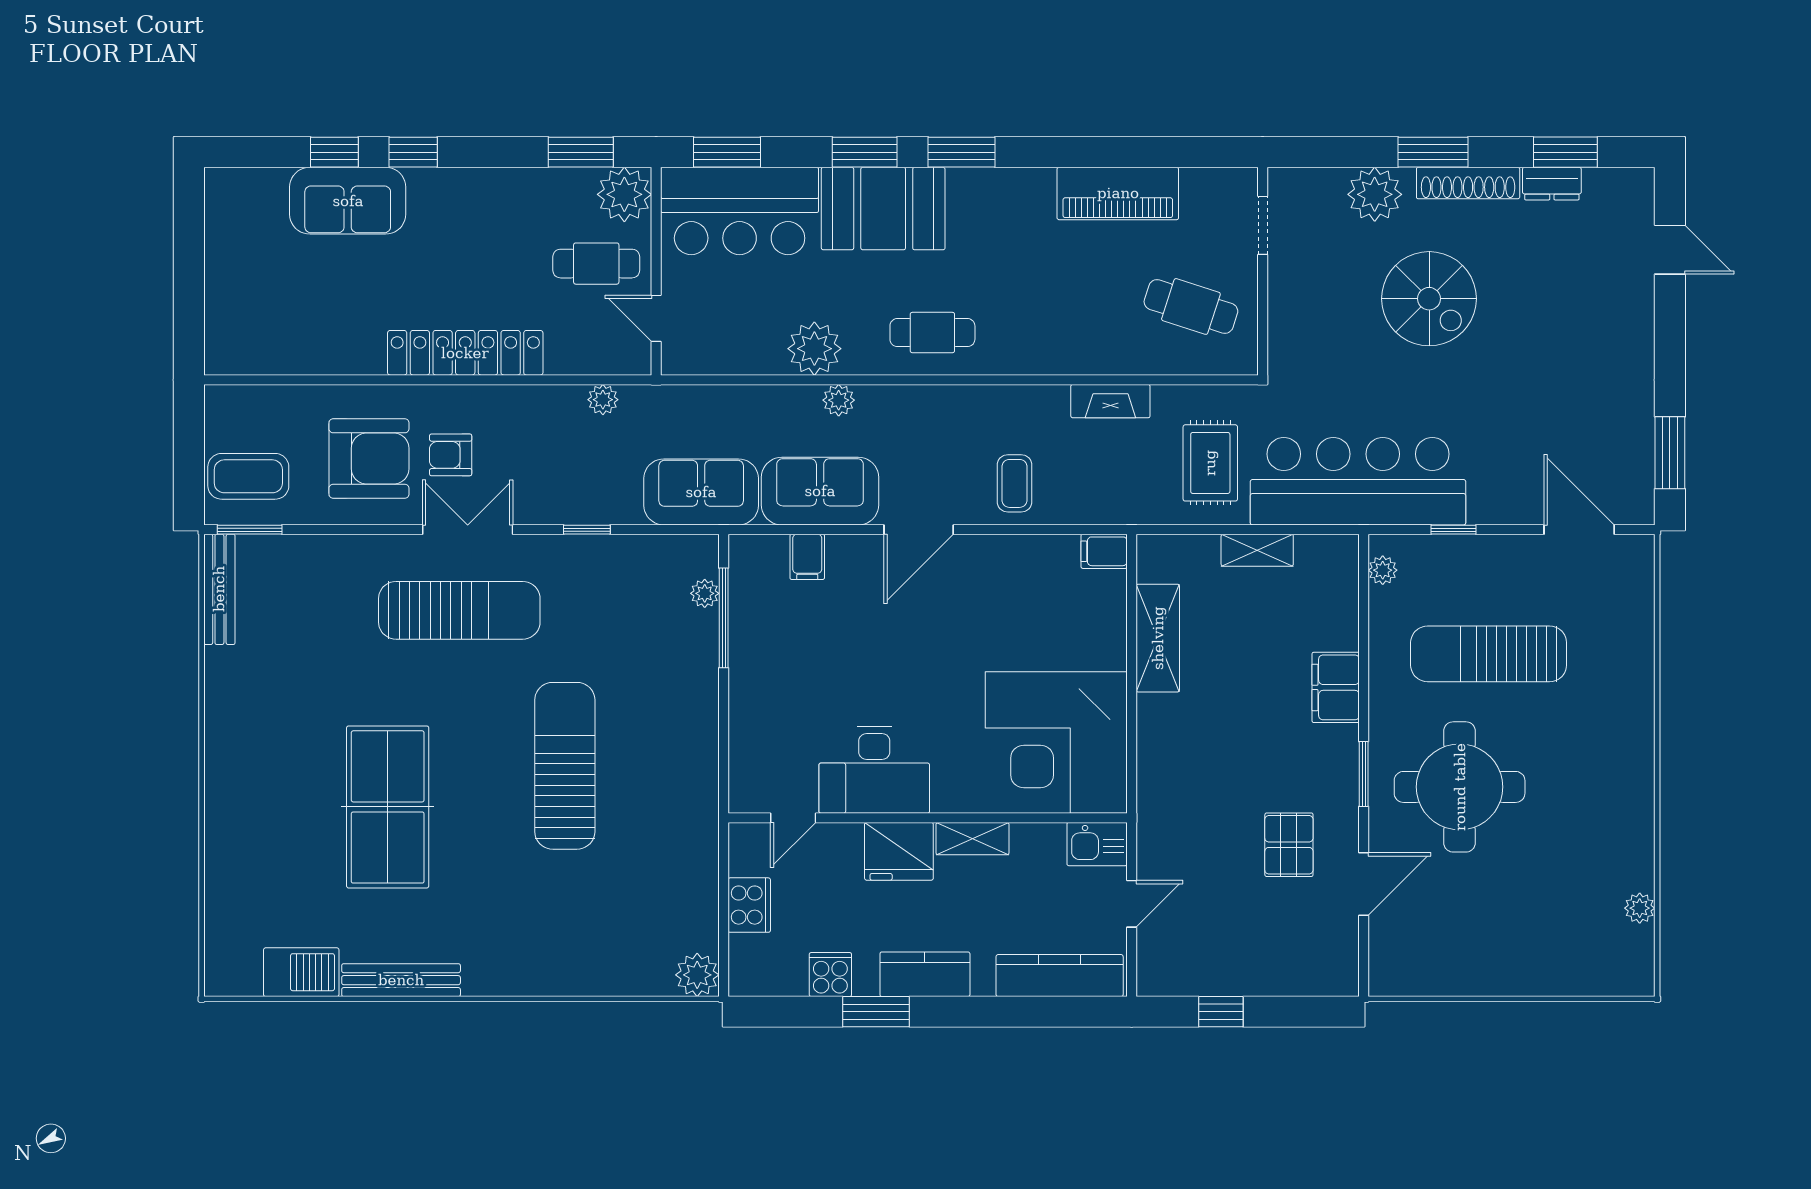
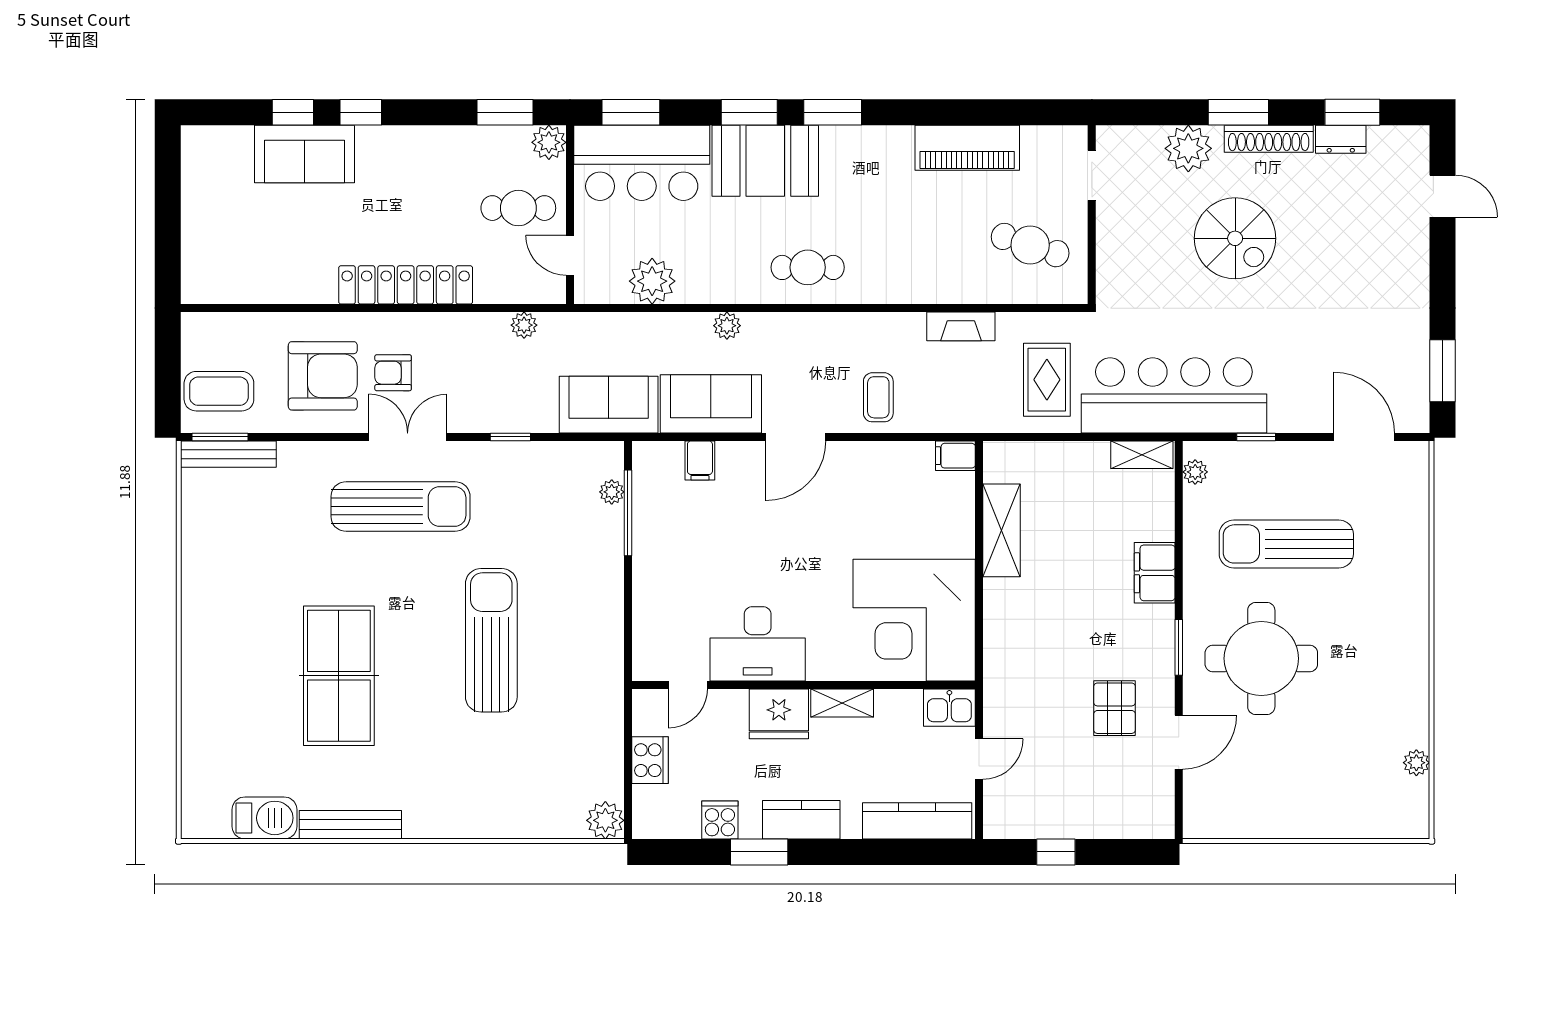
plant: (624, 194) -> (549, 142), width x0.73, depth x0.73
plant: (814, 349) -> (652, 281), moved
shelving: (1257, 550) -> (1142, 455), moved
bench: (219, 589) -> (228, 454), moved, turned 90

